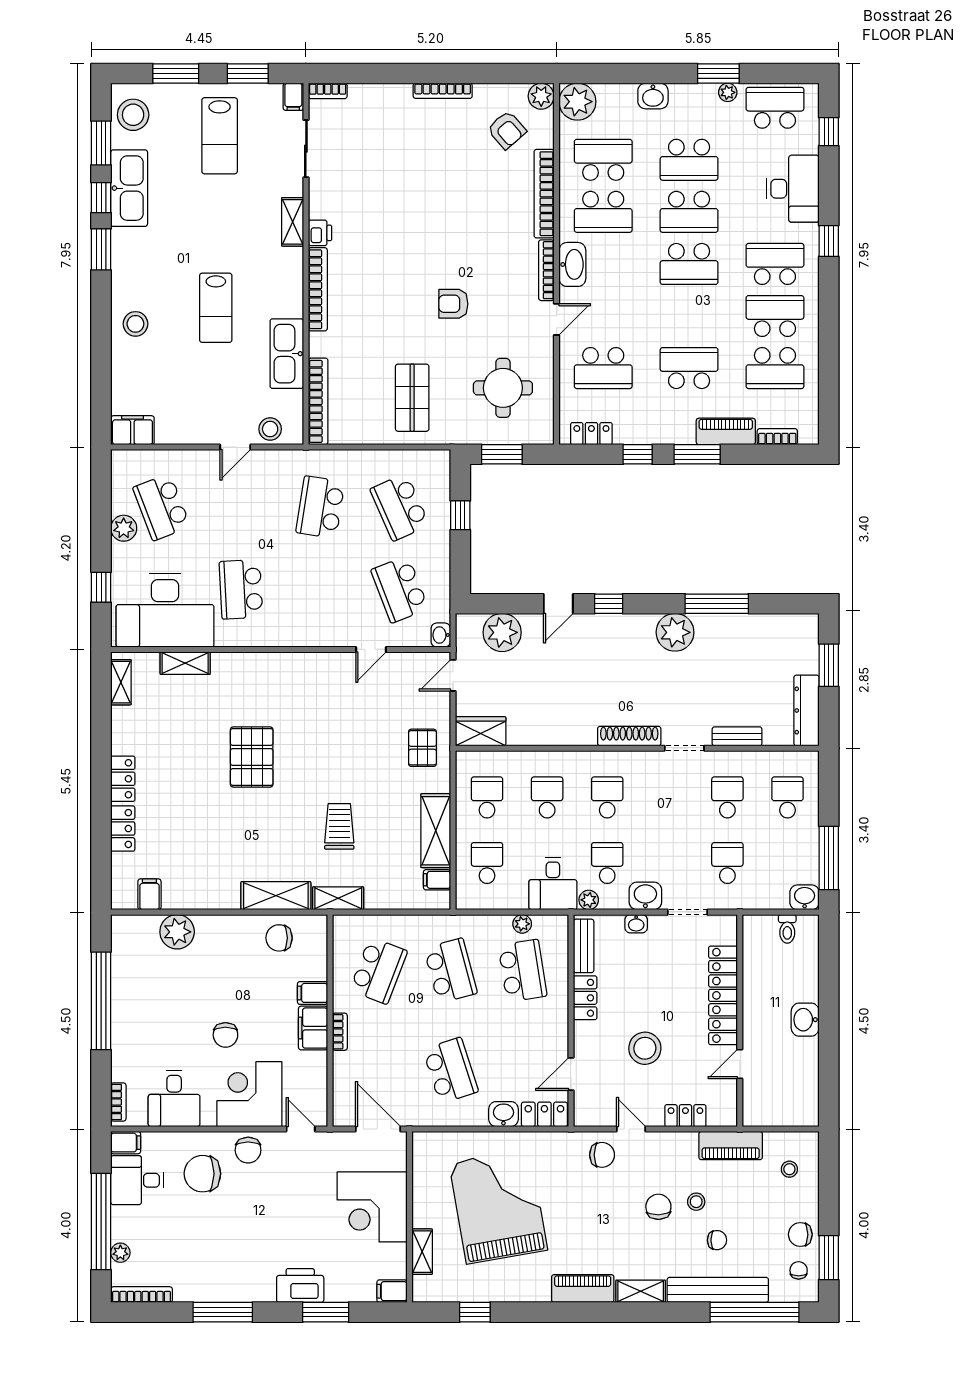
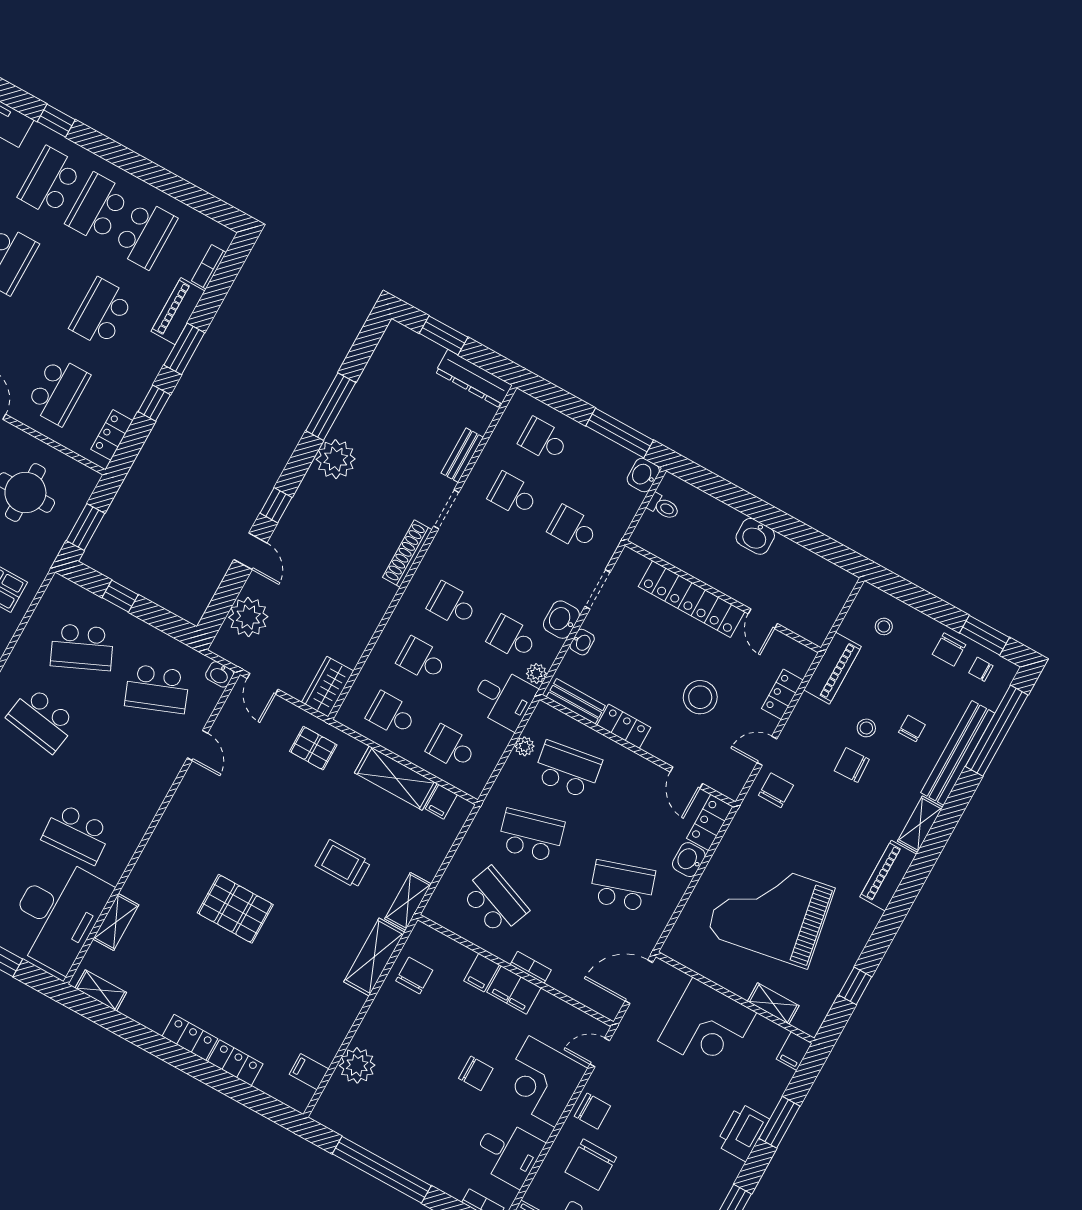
chair: (279, 938) -> (414, 975), turned 180

